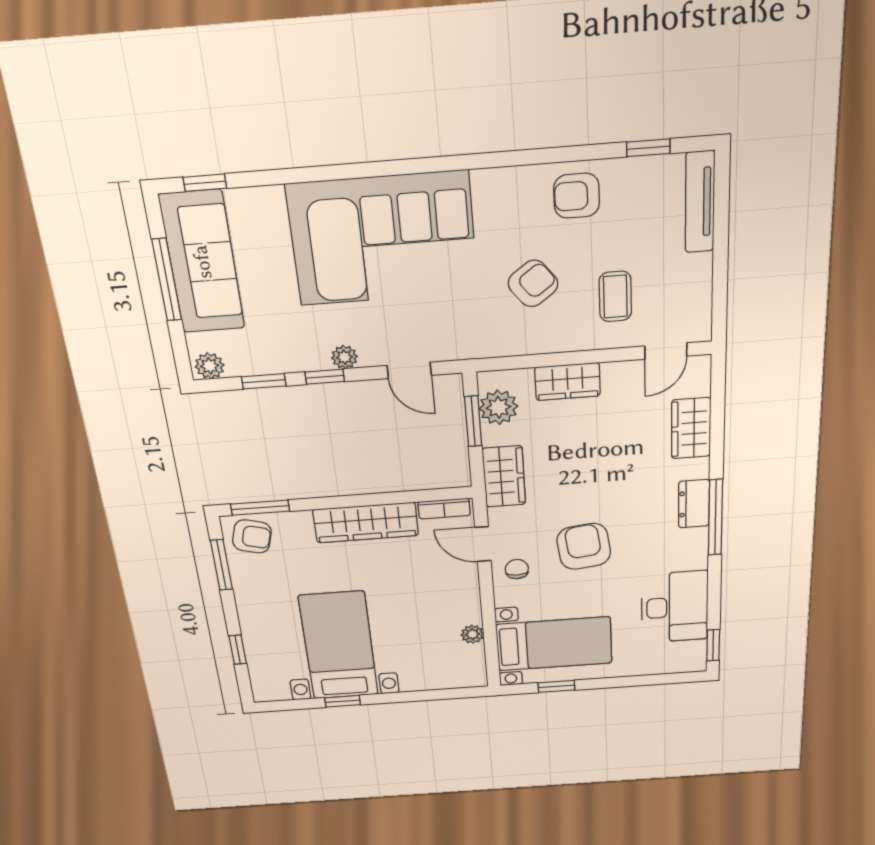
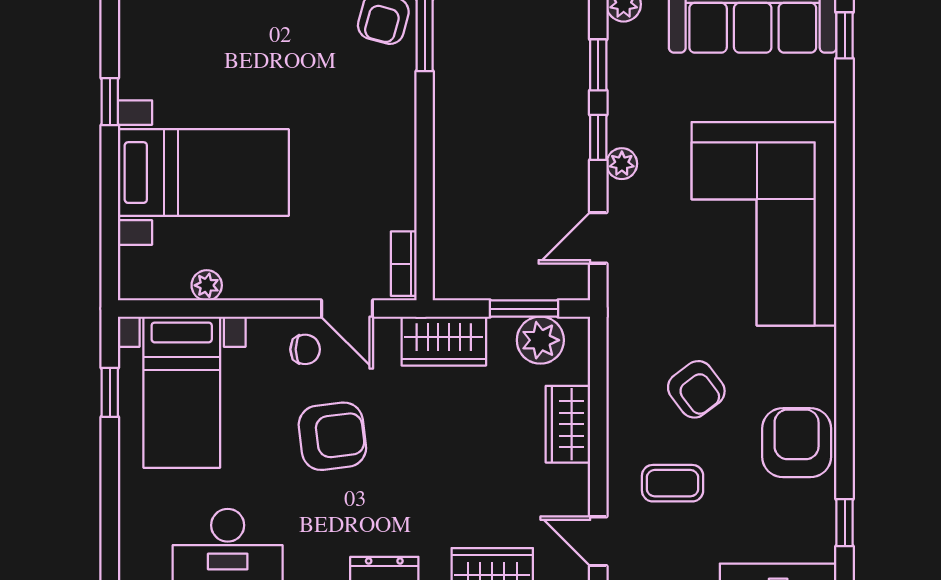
armchair: (577, 196) -> (797, 443), width x1.38, depth x1.38
wardrobe: (366, 523) -> (392, 164), removed
door: (483, 544) -> (347, 309), swing flipped
bed with nightstands: (339, 646) -> (203, 173), moved

